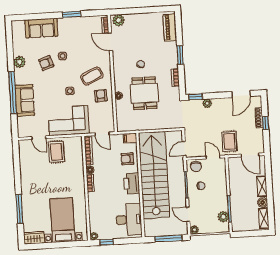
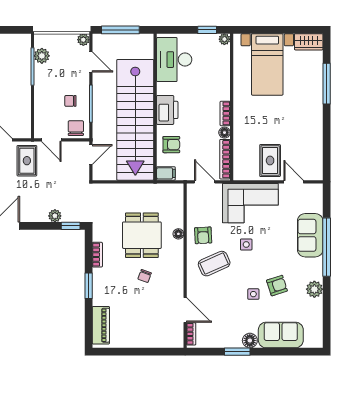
plant: (118, 20) -> (172, 340), removed
floor lamp: (63, 23) -> (250, 341), added

